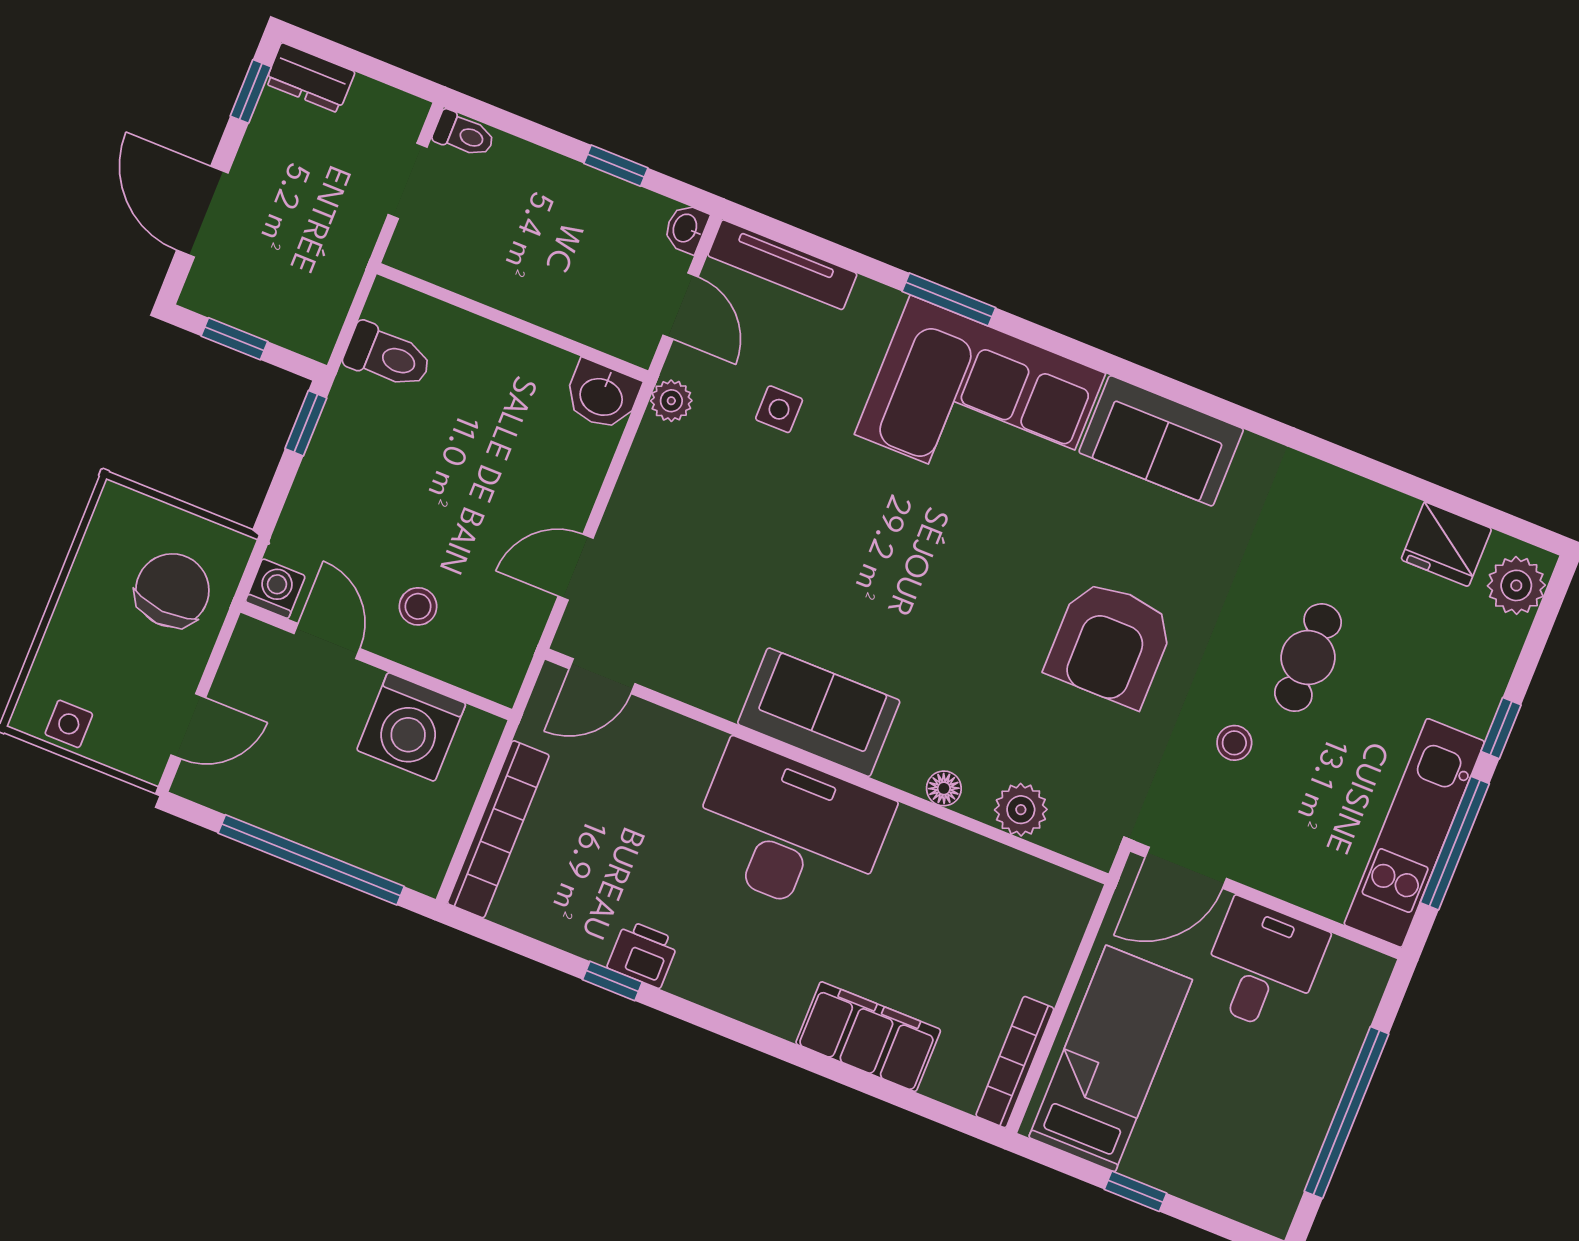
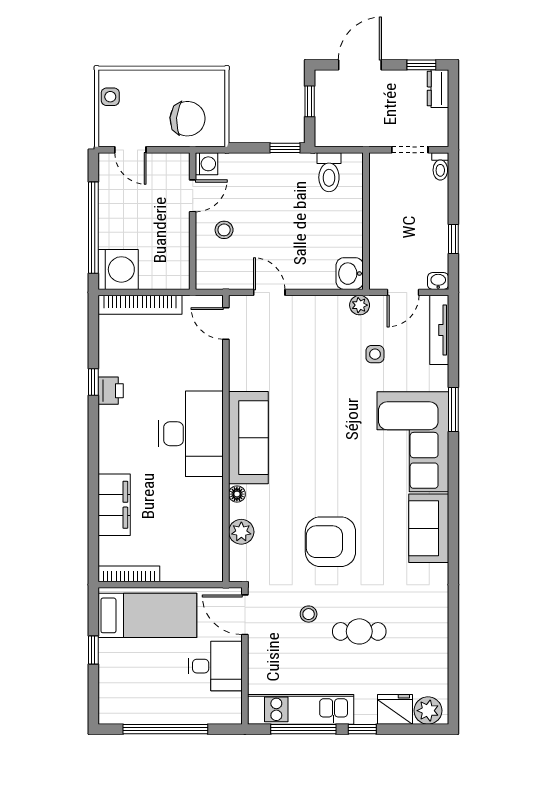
fridge: (1446, 544) -> (395, 709), moved, turned 90
sofa: (819, 712) -> (248, 438), width x1.36
washing machine: (411, 727) -> (118, 269), moved, turned 180

